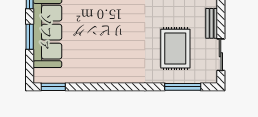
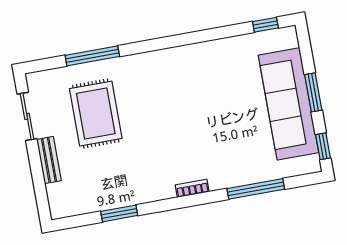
window: (53, 87) -> (265, 25), width x0.67
window: (183, 87) -> (92, 56), moved

